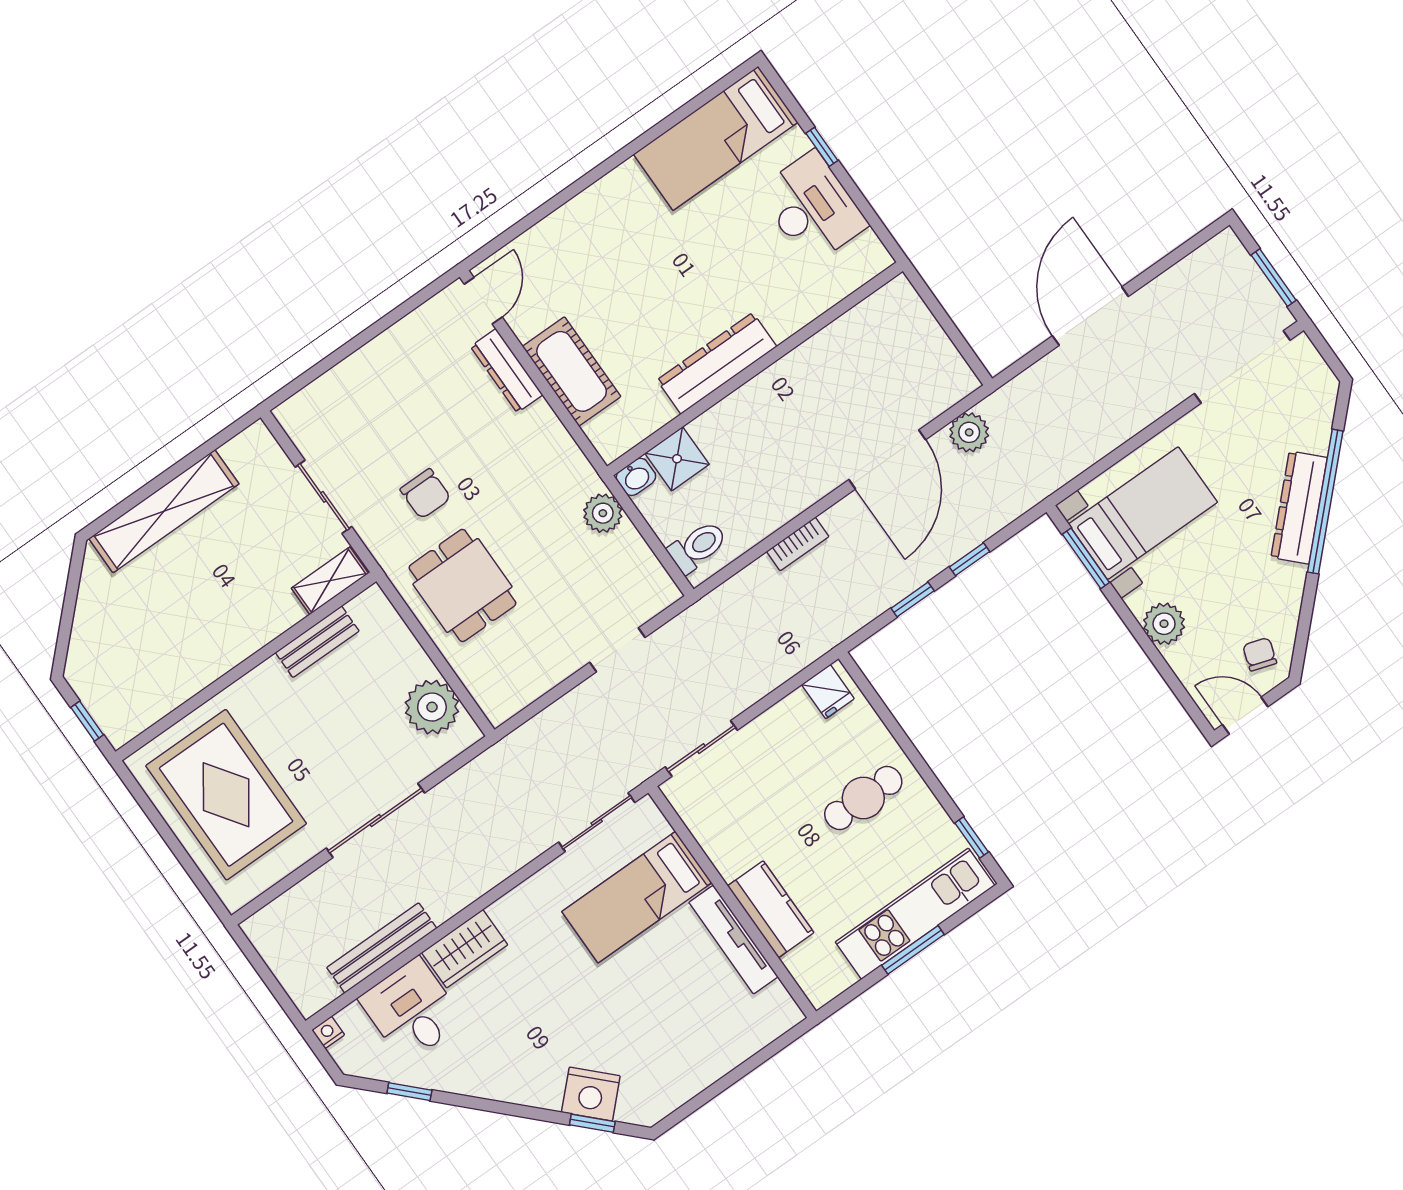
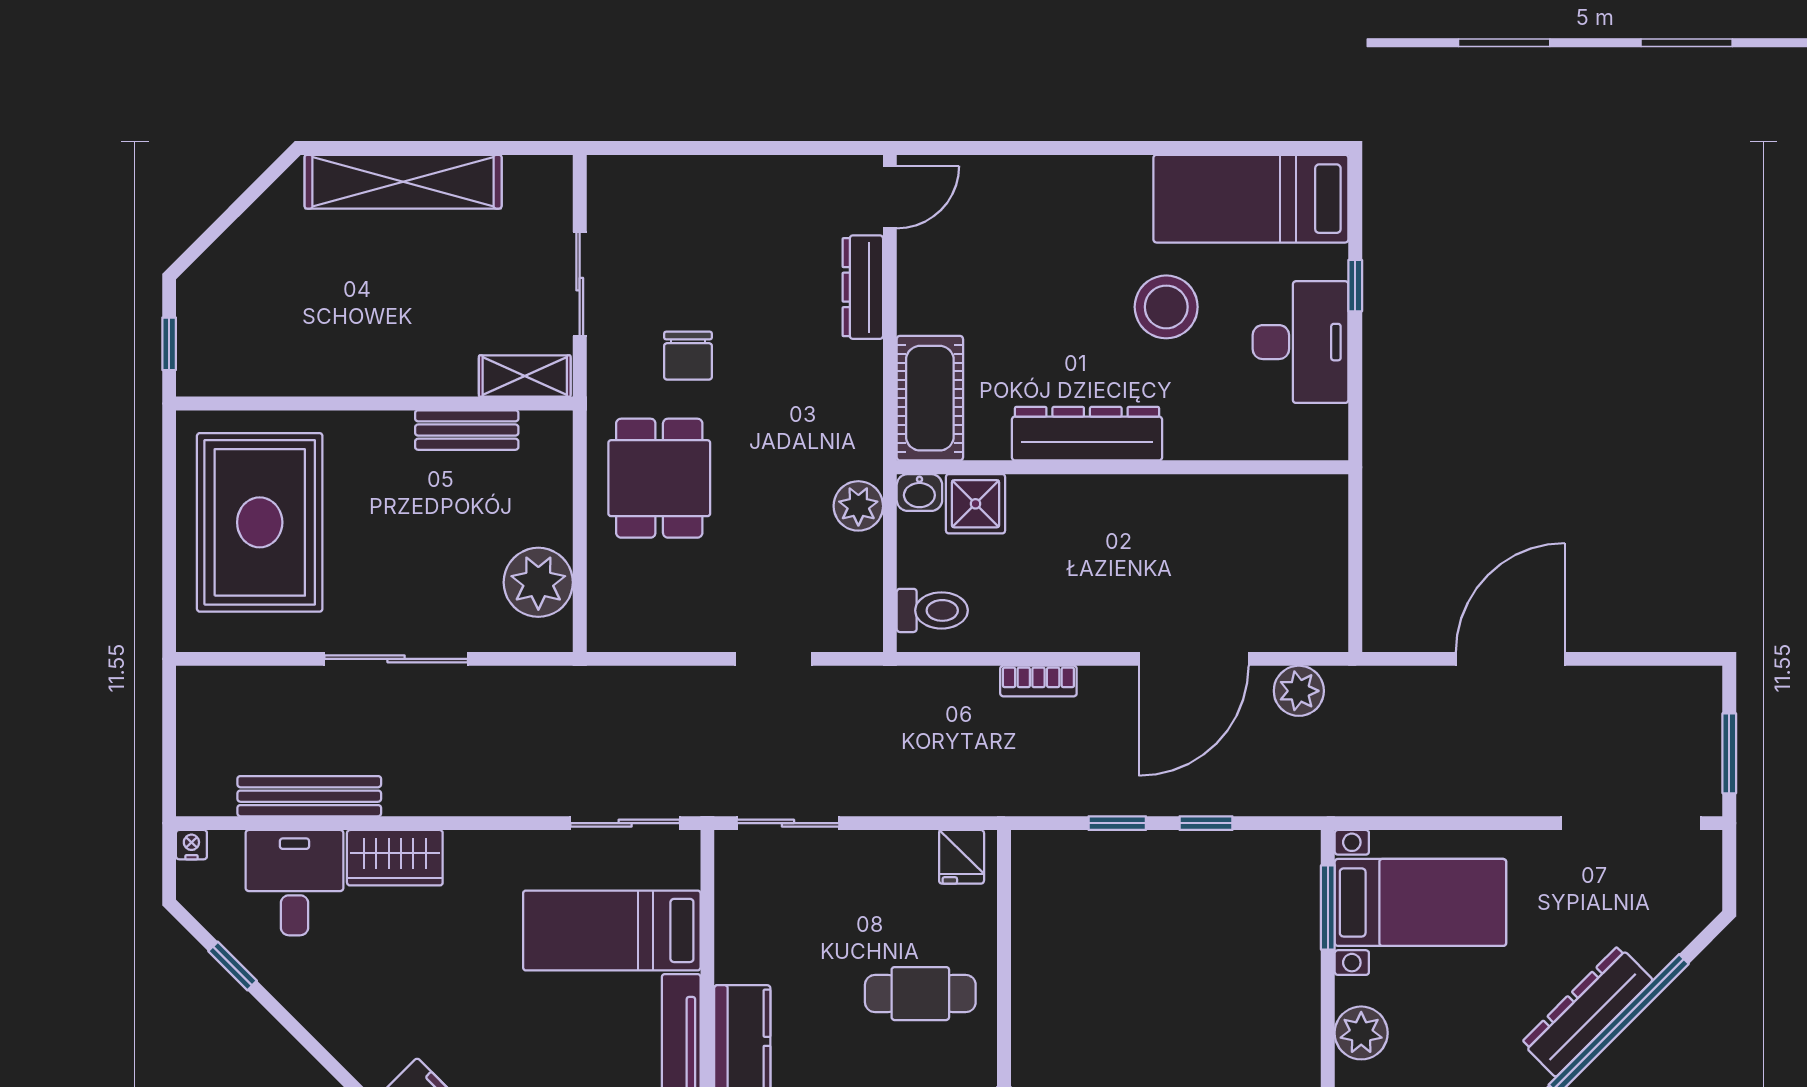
stool: (710, 246) -> (1166, 307), added
cot: (572, 371) -> (930, 398), moved

